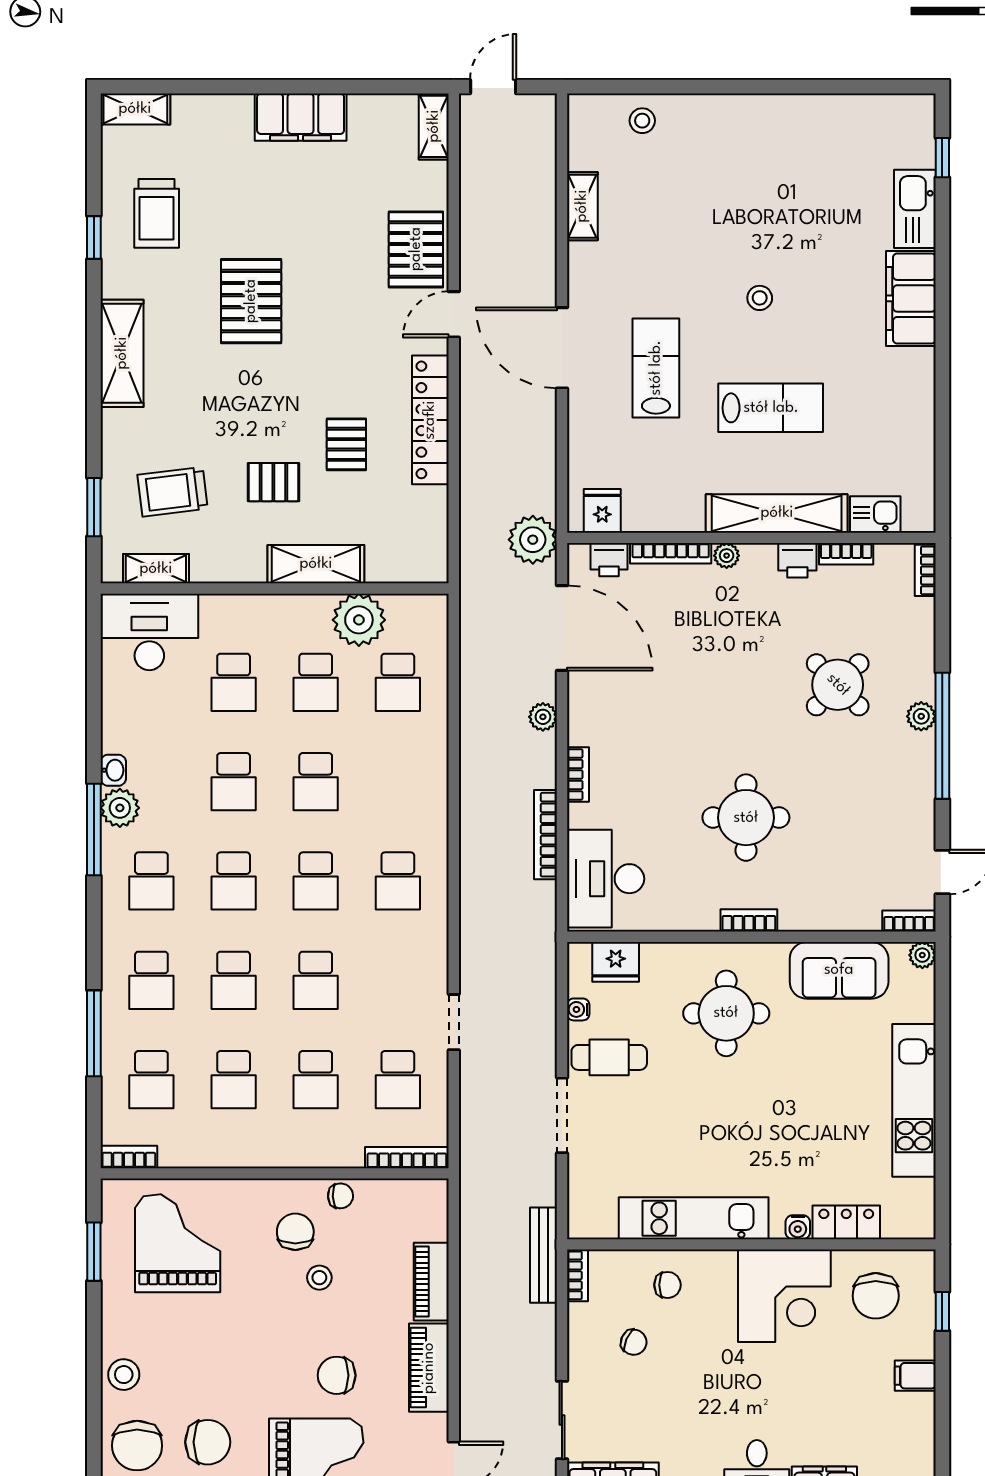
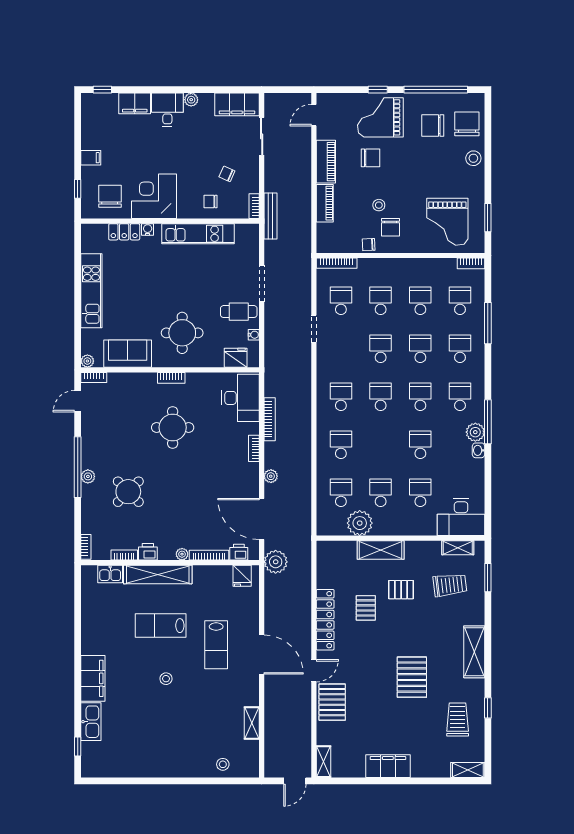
school desk: (316, 782) -> (341, 445), moved

